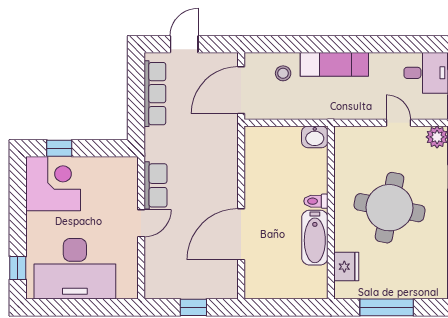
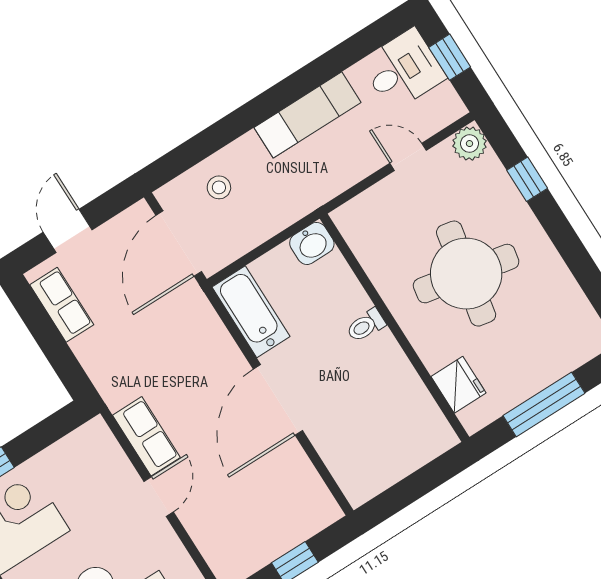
exam couch: (334, 64) -> (308, 115), moved
row of seats: (155, 94) -> (62, 305), width x0.68
door: (241, 234) -> (278, 400), moved
bathtub: (315, 238) -> (251, 312), moved, turned 180

